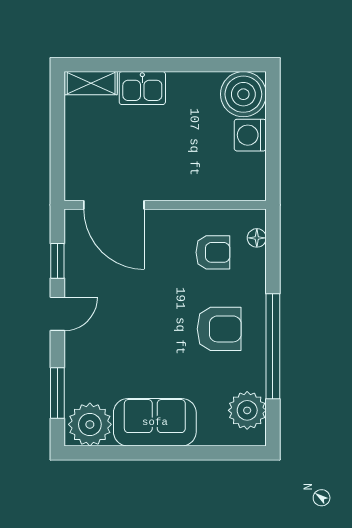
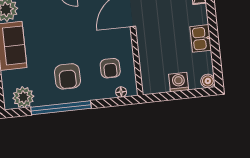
kitchen sink: (142, 88) -> (201, 38), moved
boiler: (243, 94) -> (208, 81), width x0.54, depth x0.54

